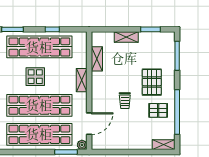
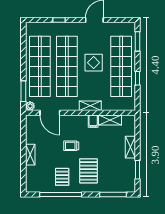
filing cabinet: (98, 77) -> (93, 121), added
pallet: (152, 82) -> (89, 171), turned 90
shelving: (164, 145) -> (30, 155), moved

